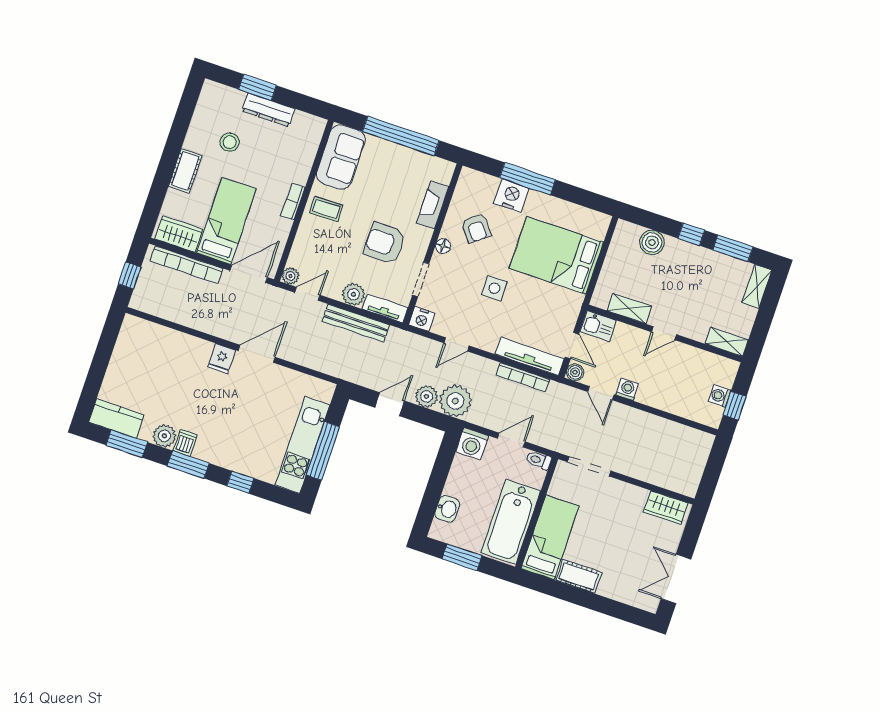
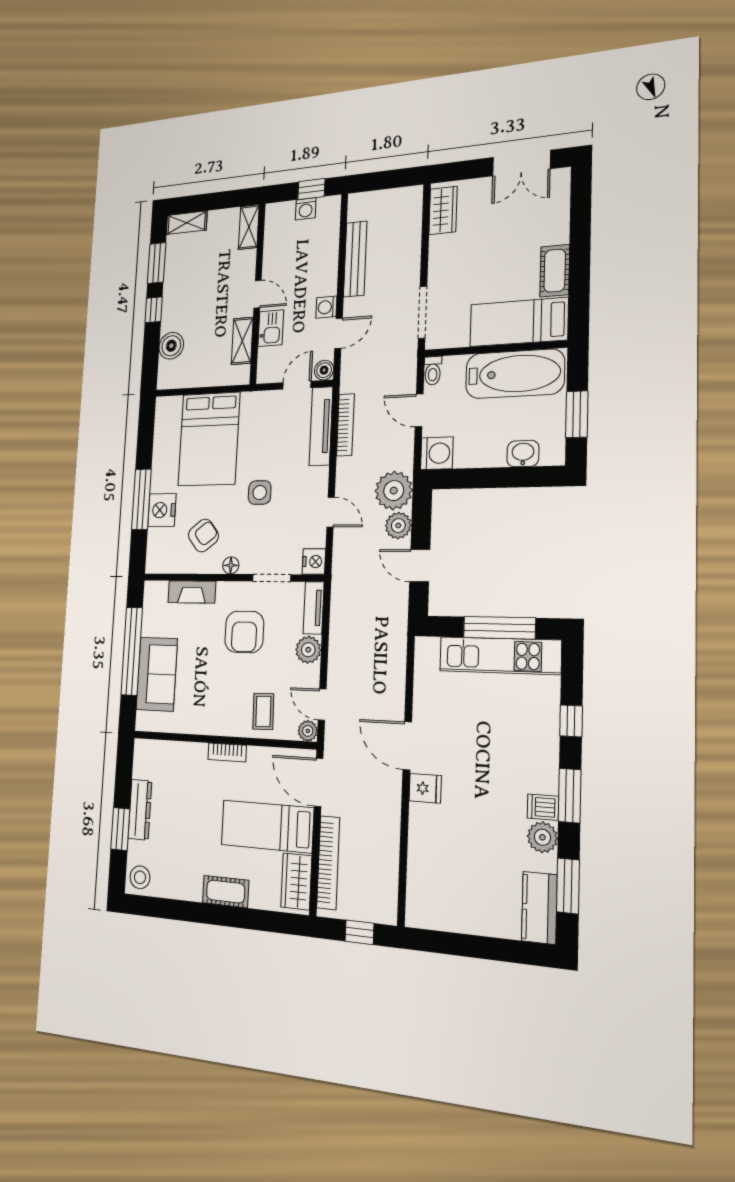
stool: (230, 142) -> (140, 877), moved
sofa: (341, 157) -> (157, 674), moved, turned 90
coffee table: (326, 209) -> (263, 711), moved
bench: (356, 323) -> (355, 259), moved
kitchen sink: (598, 326) -> (271, 328), moved

